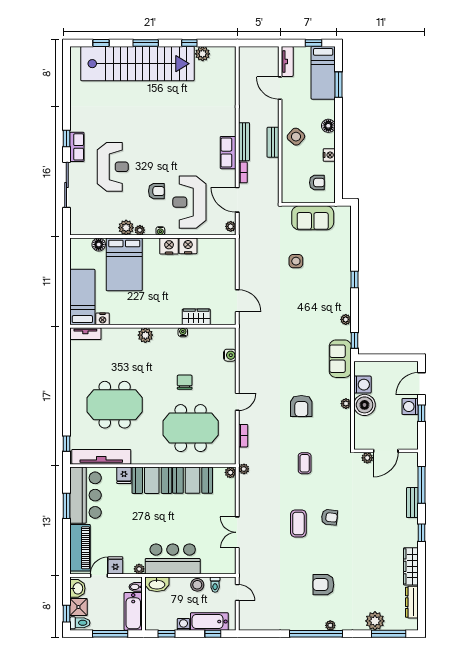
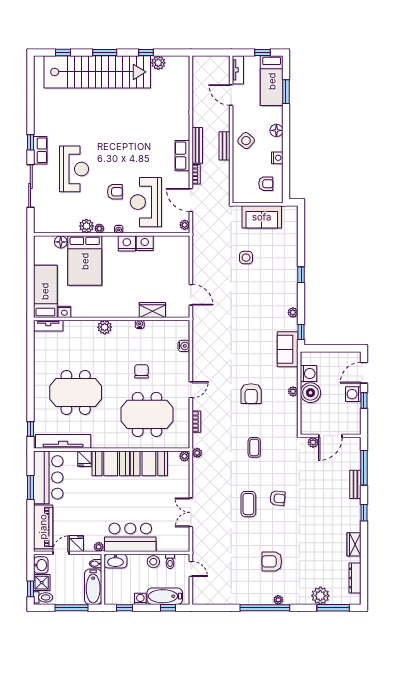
wardrobe: (411, 566) -> (354, 544), width x0.67

